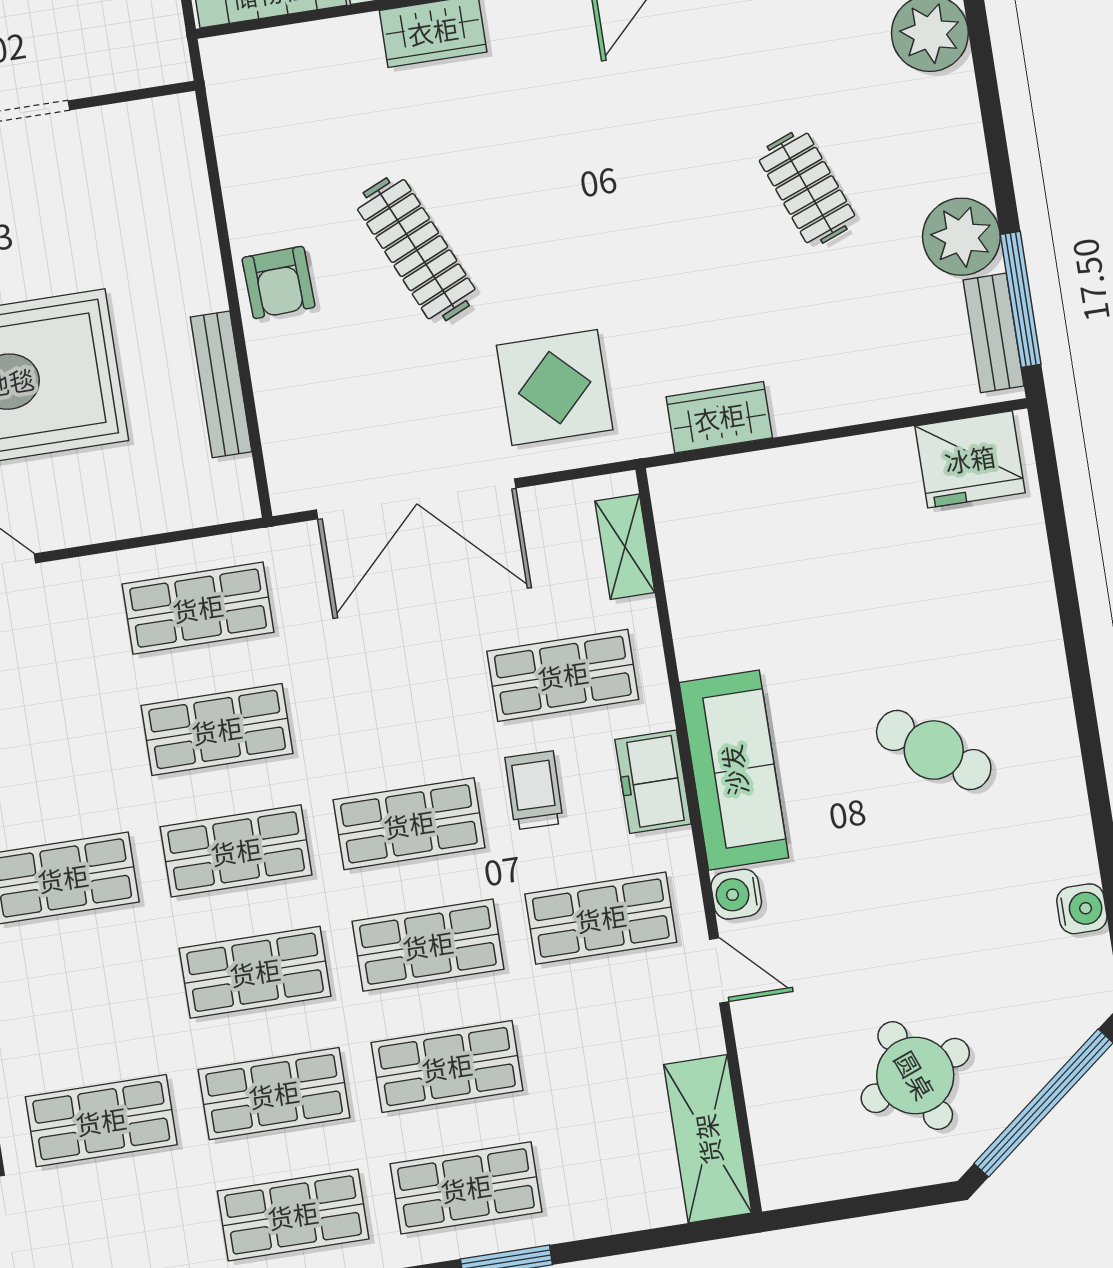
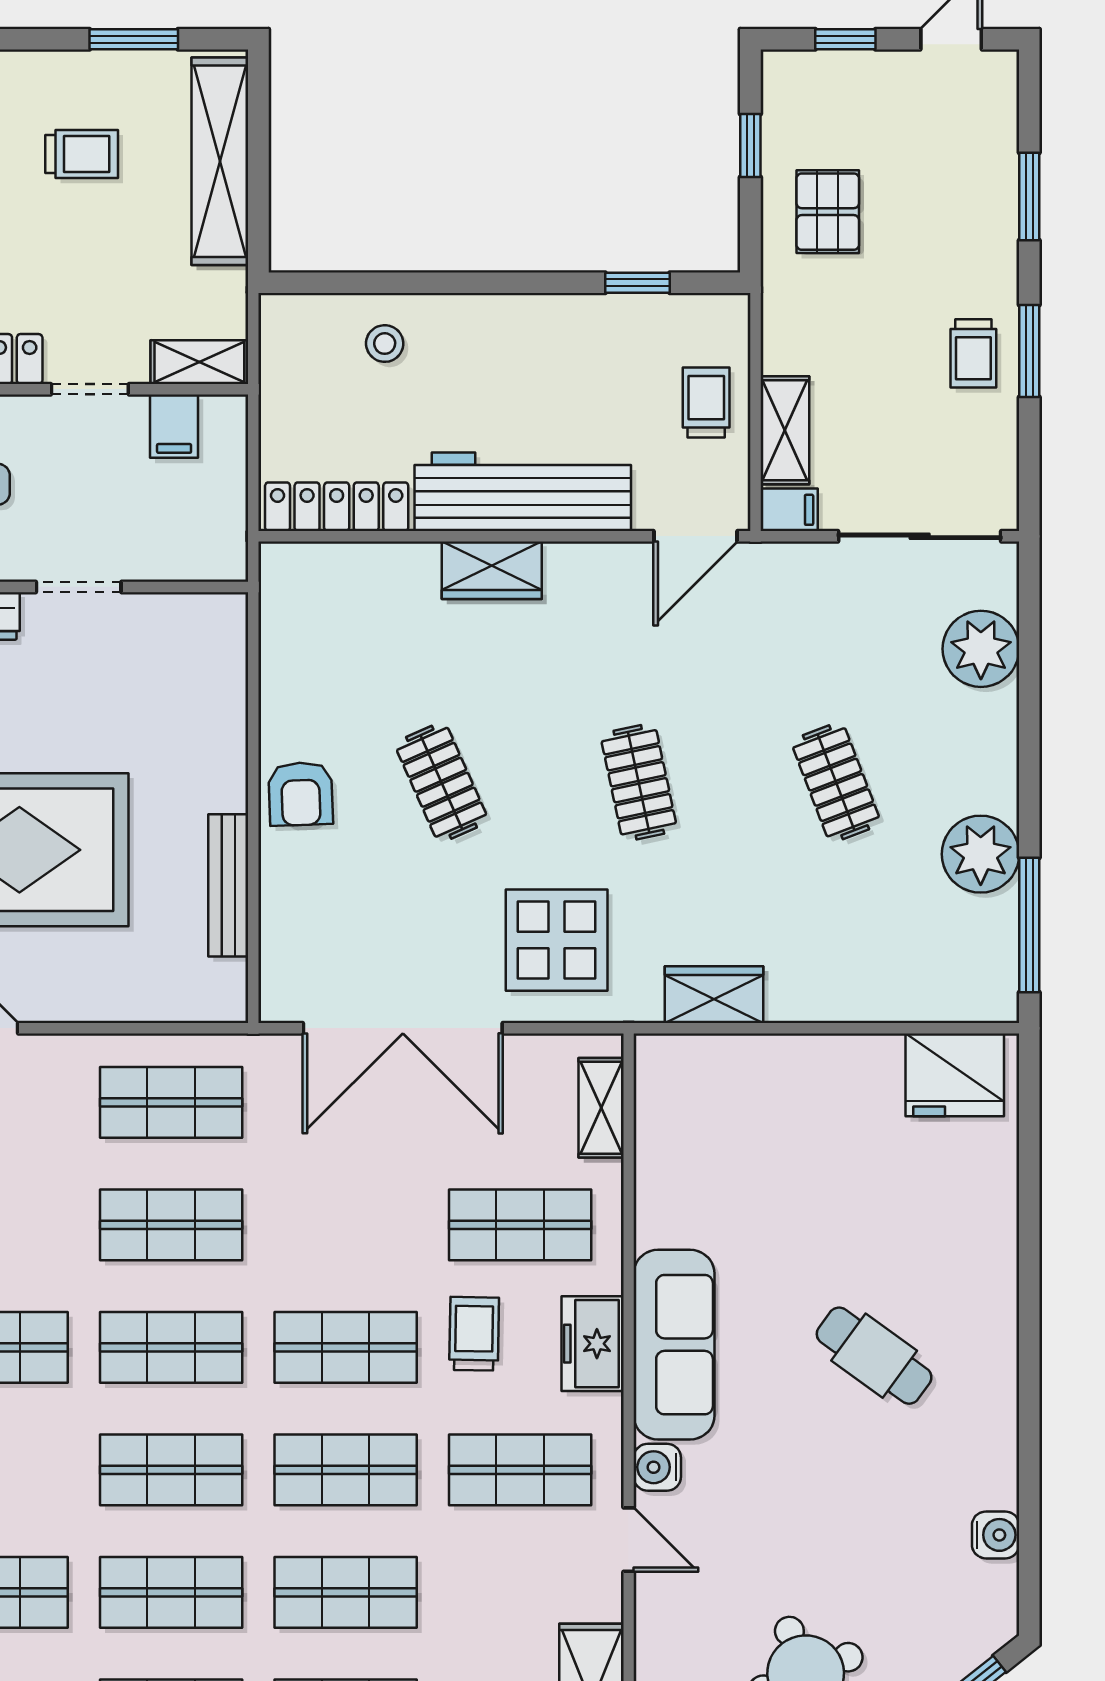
clothes rail: (612, 219) -> (639, 782), added
clothes rail: (416, 249) -> (442, 782), width x0.73
bench: (993, 333) -> (997, 954), removed

